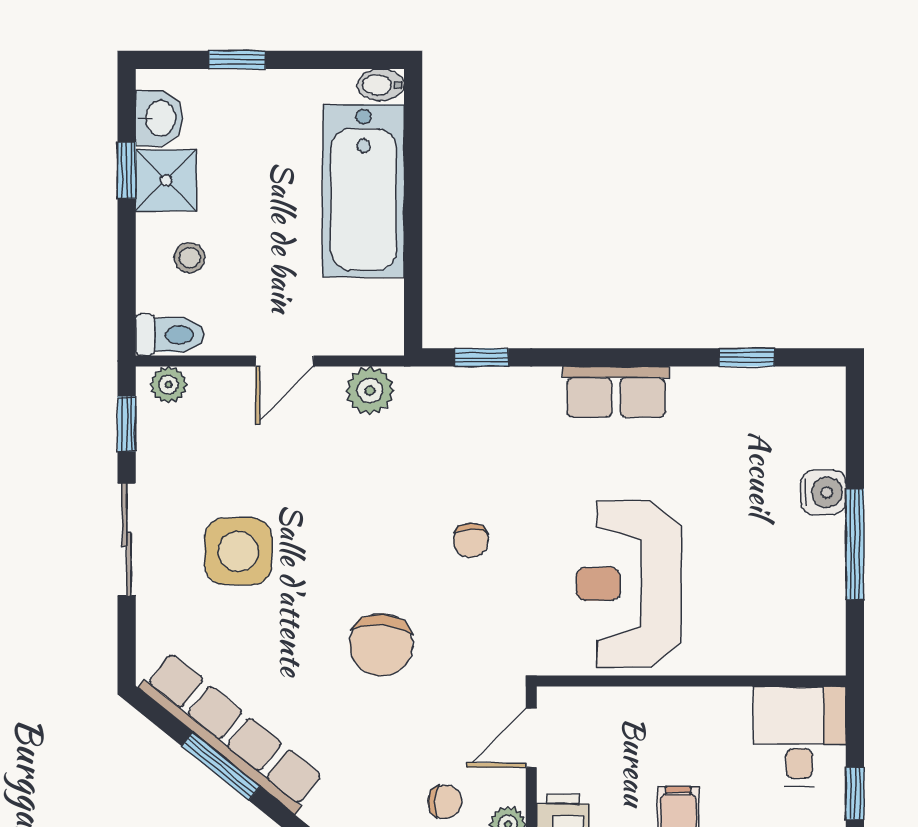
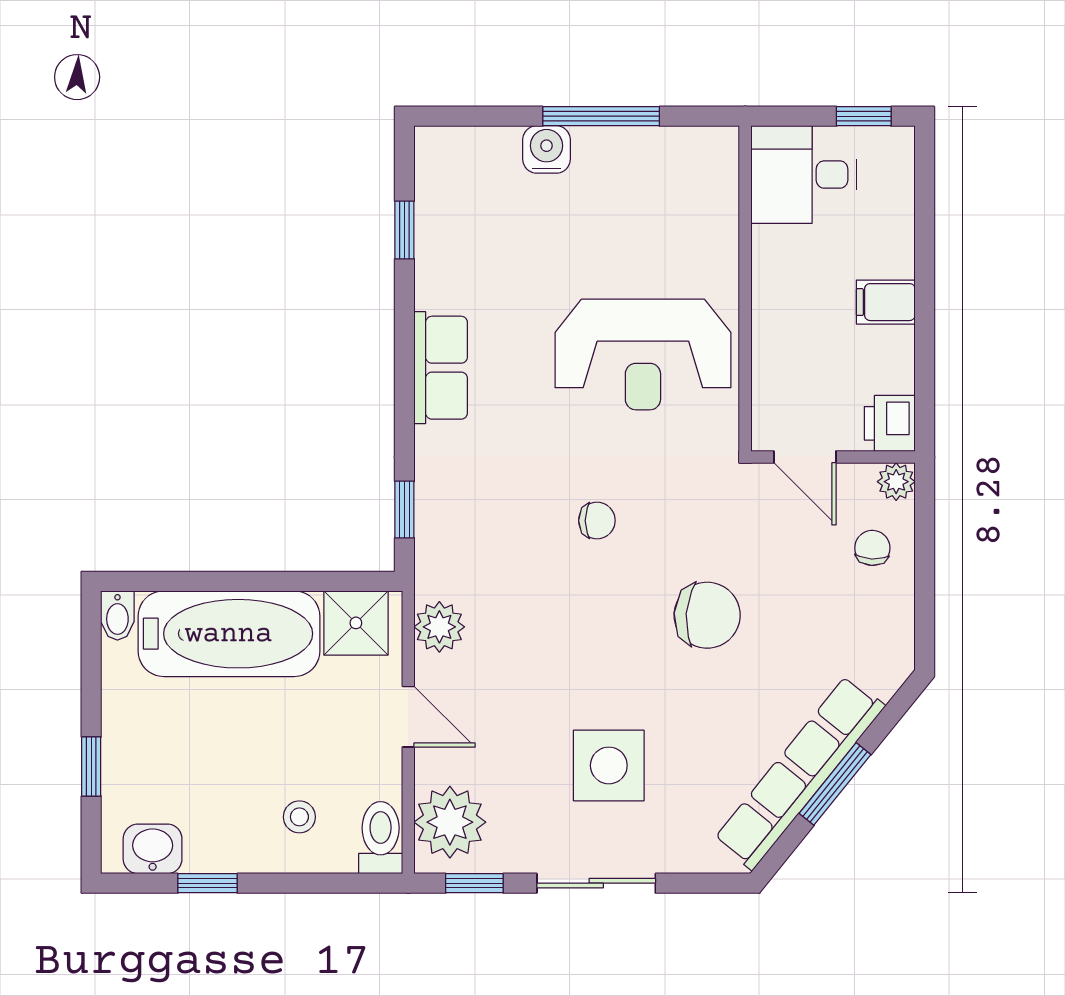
shower: (166, 180) -> (356, 623), moved
plant: (169, 385) -> (450, 822), width x1.88, depth x1.88

